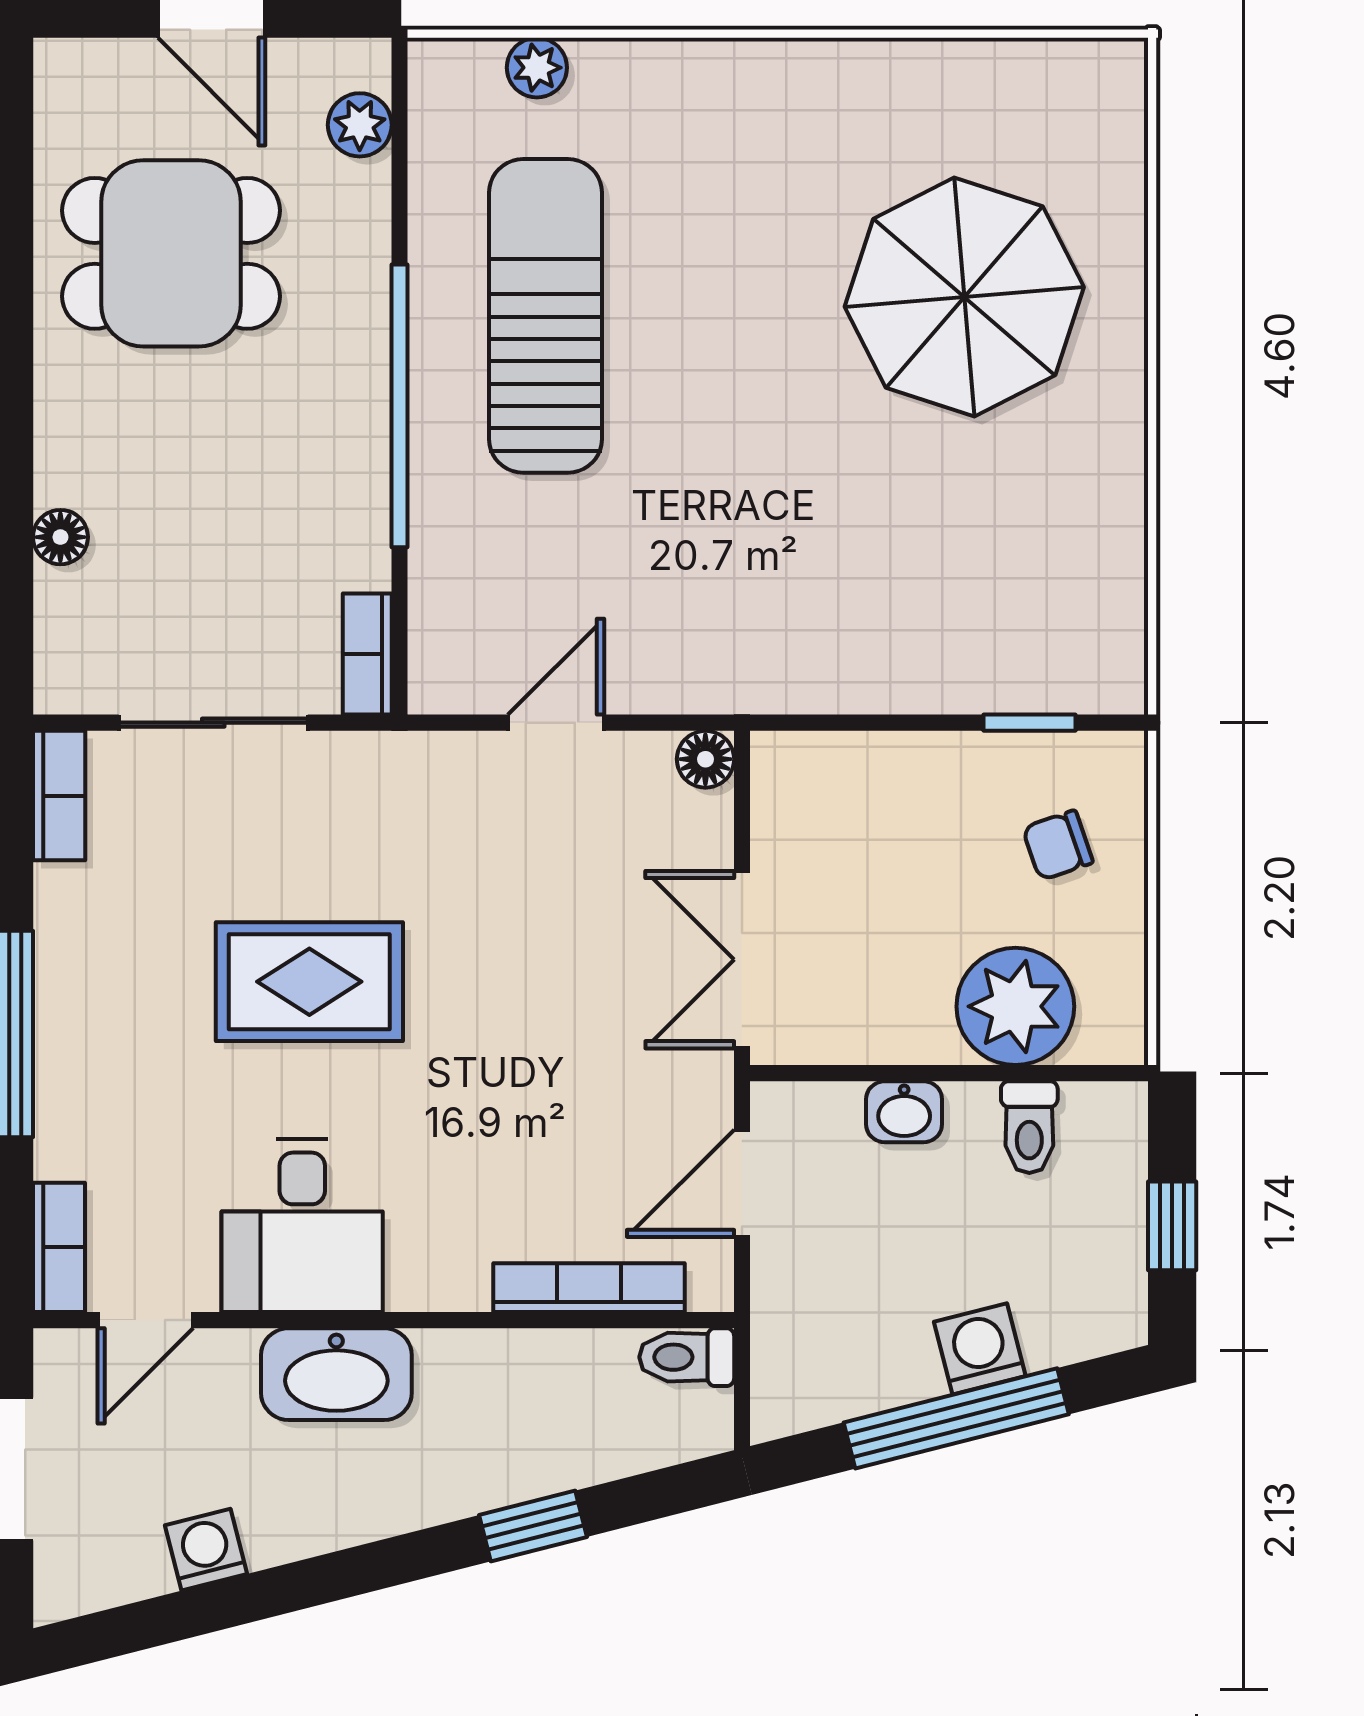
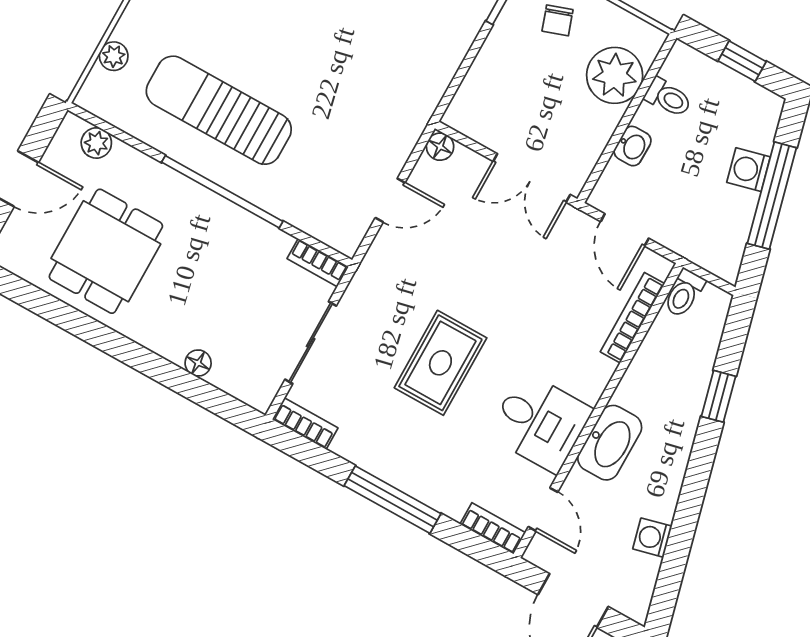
door: (556, 723) -> (390, 200), swing flipped

